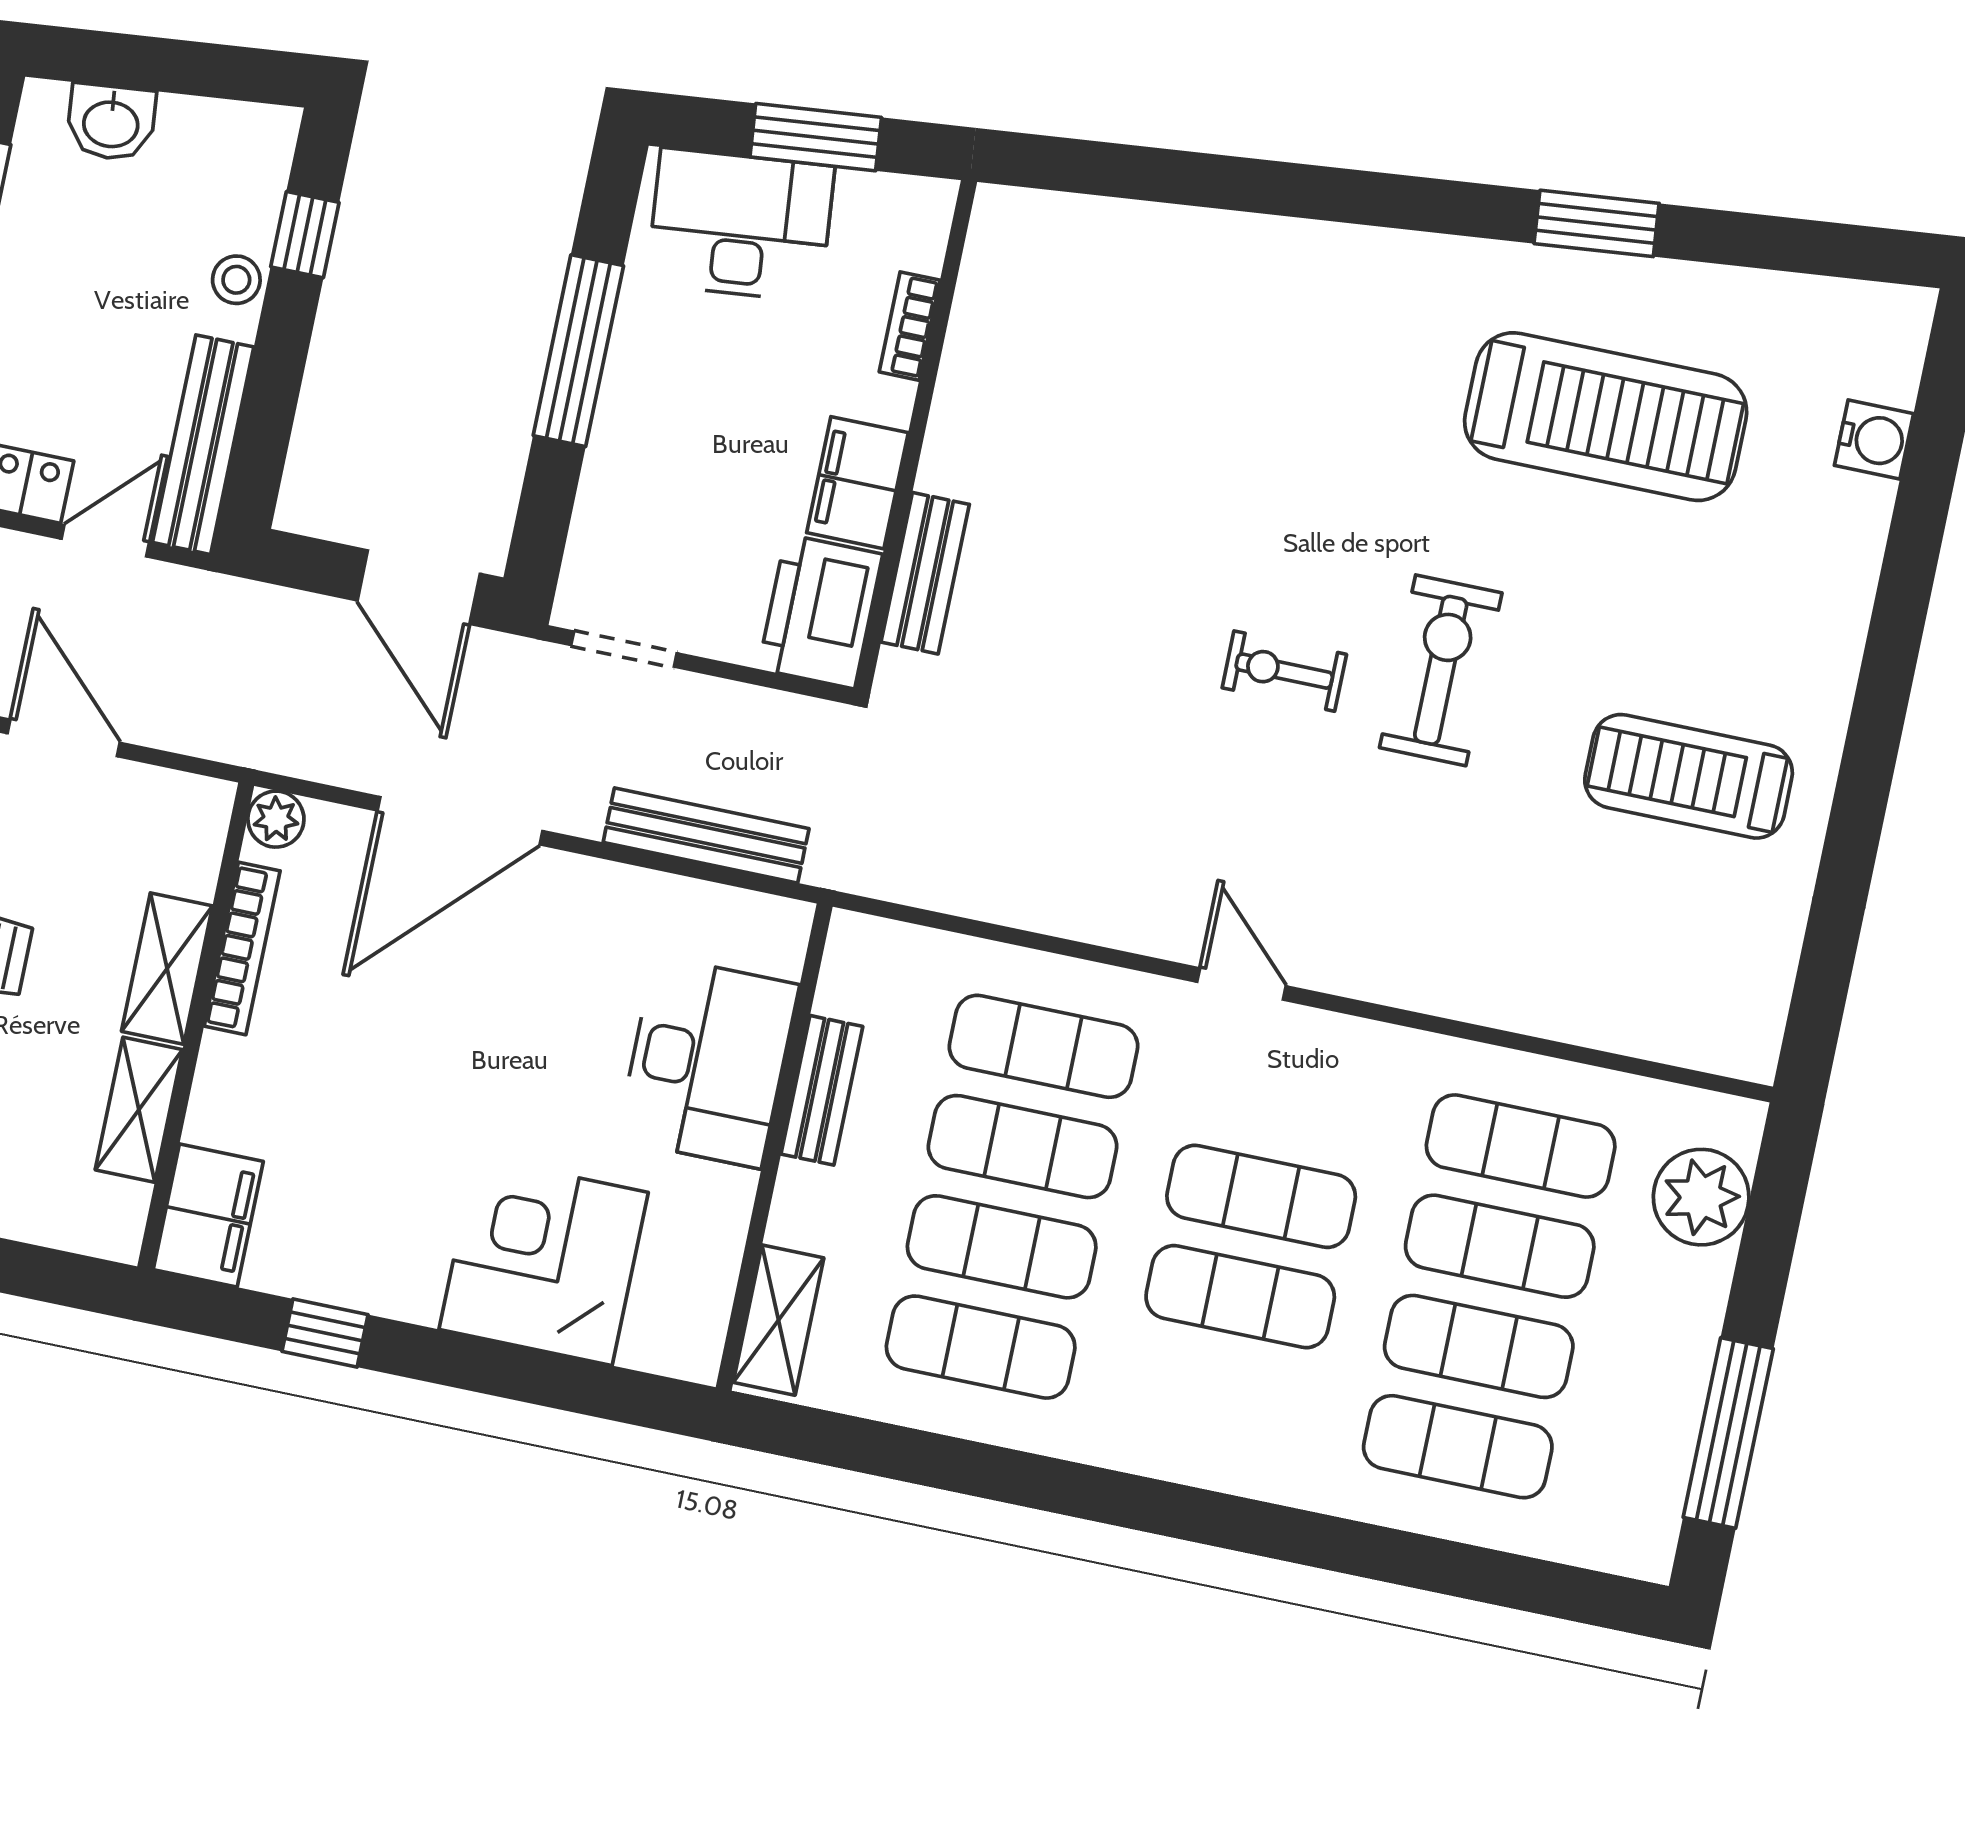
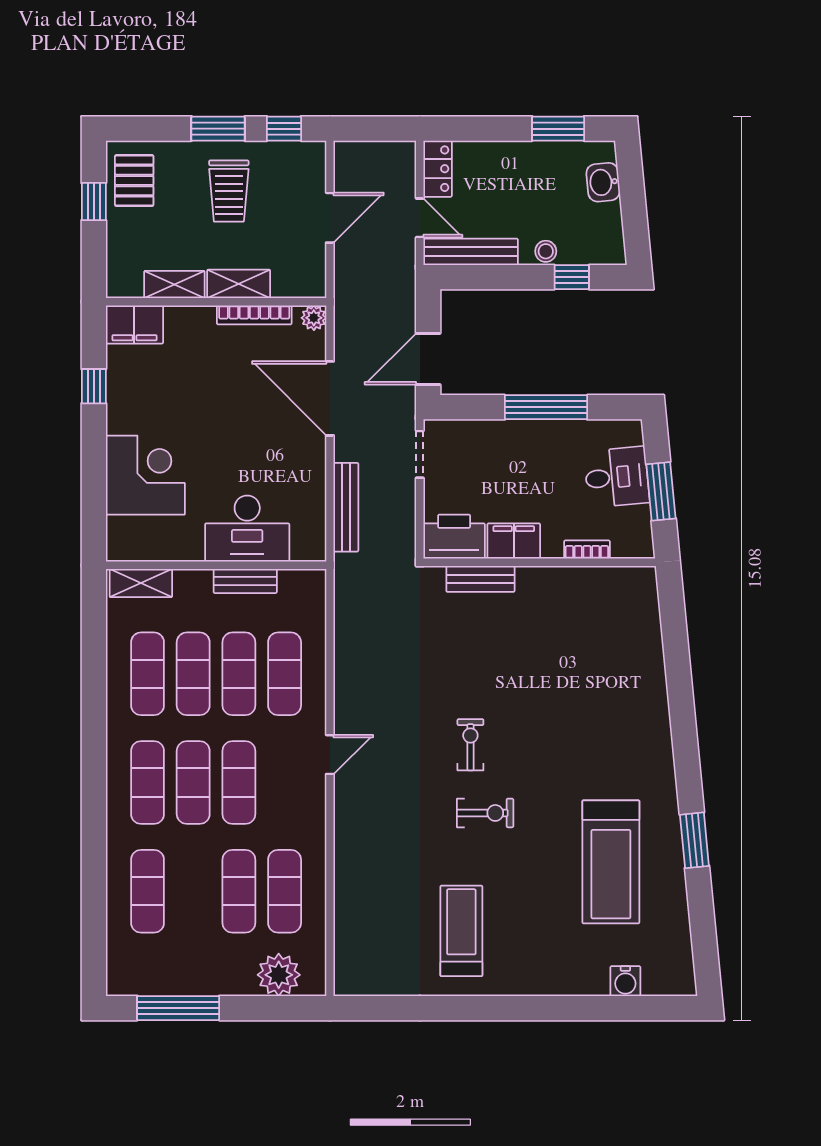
desk: (740, 225) -> (617, 477), width x0.73
exercise bike: (1441, 670) -> (485, 813), width x0.73, depth x0.72
exercise mat: (1479, 1346) -> (148, 783), moved

